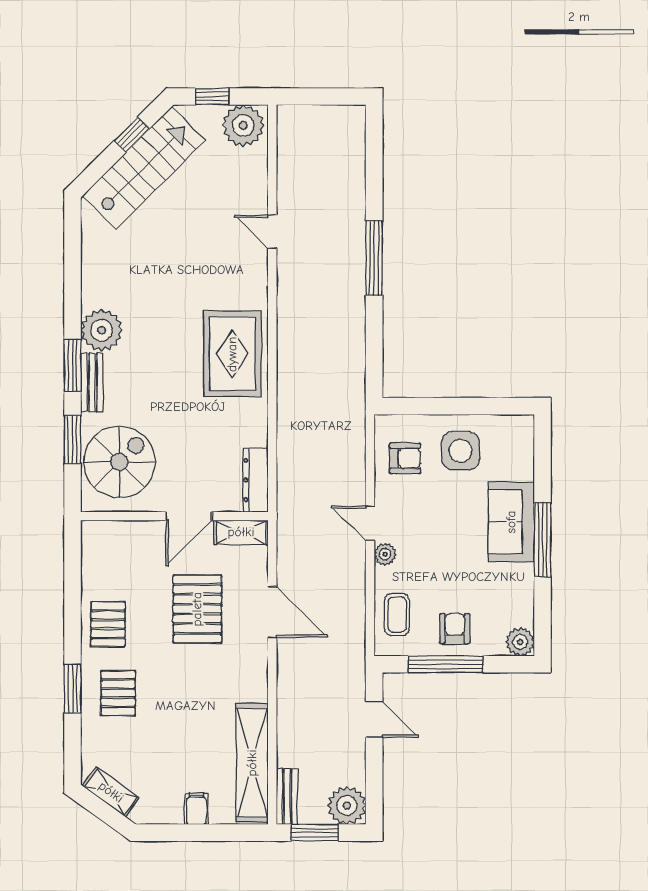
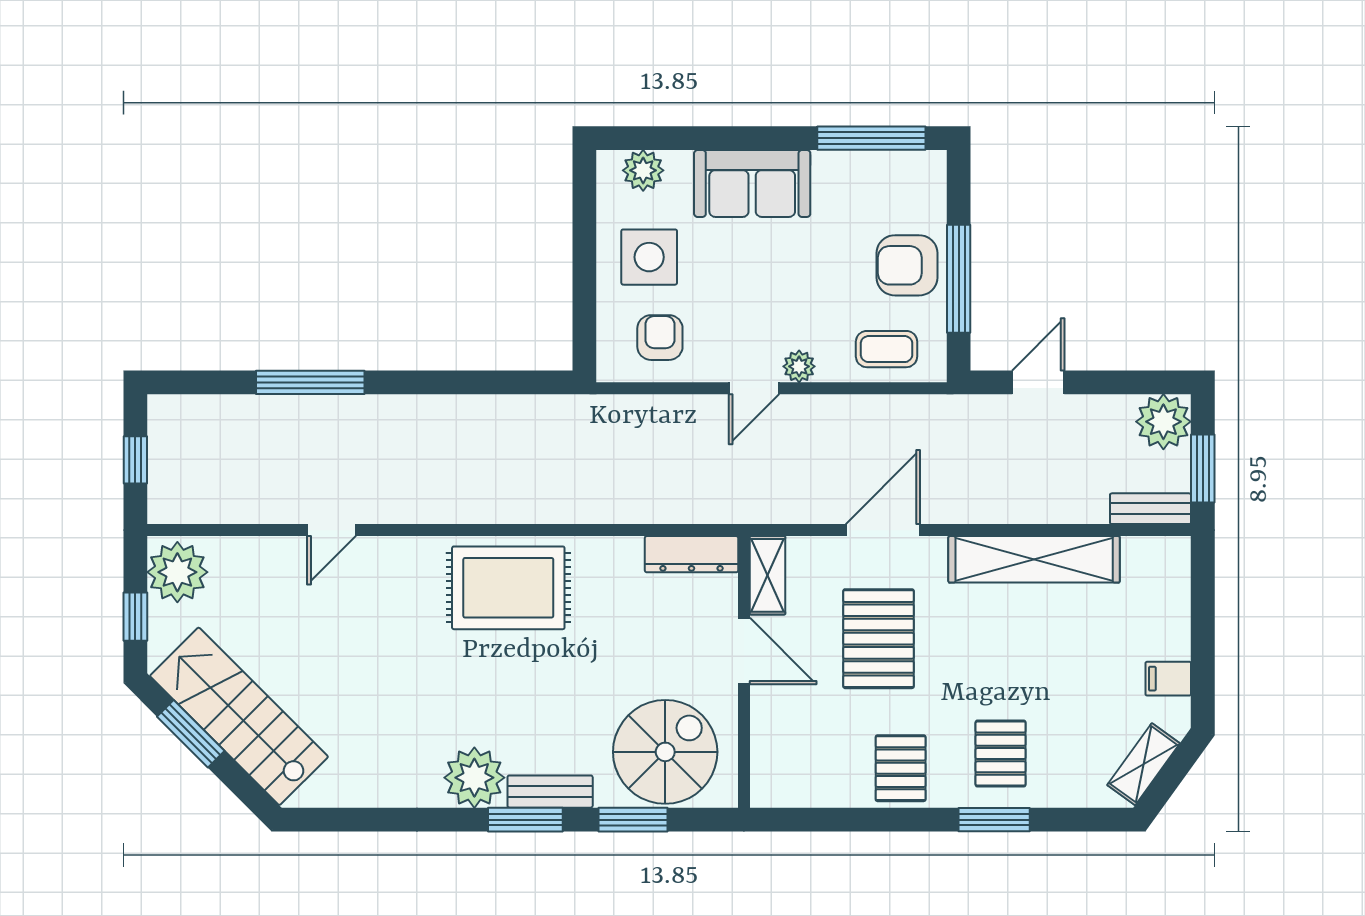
window: (321, 96) -> (135, 460), added
window: (132, 135) -> (191, 734), width x1.50
window: (374, 258) -> (310, 382), moved
spiral stairs: (119, 462) -> (665, 752), turned 90
window: (543, 540) -> (871, 138), moved
pallet: (197, 609) -> (879, 639), turned 90
pallet: (108, 624) -> (901, 768), turned 90
armchair: (455, 629) -> (907, 265), width x1.38, depth x1.38
plant: (520, 642) -> (643, 170), moved
pallet: (118, 693) -> (1001, 754), turned 90
shelving: (252, 763) -> (1034, 559), moved
filing cabinet: (196, 809) -> (1168, 679), moved

